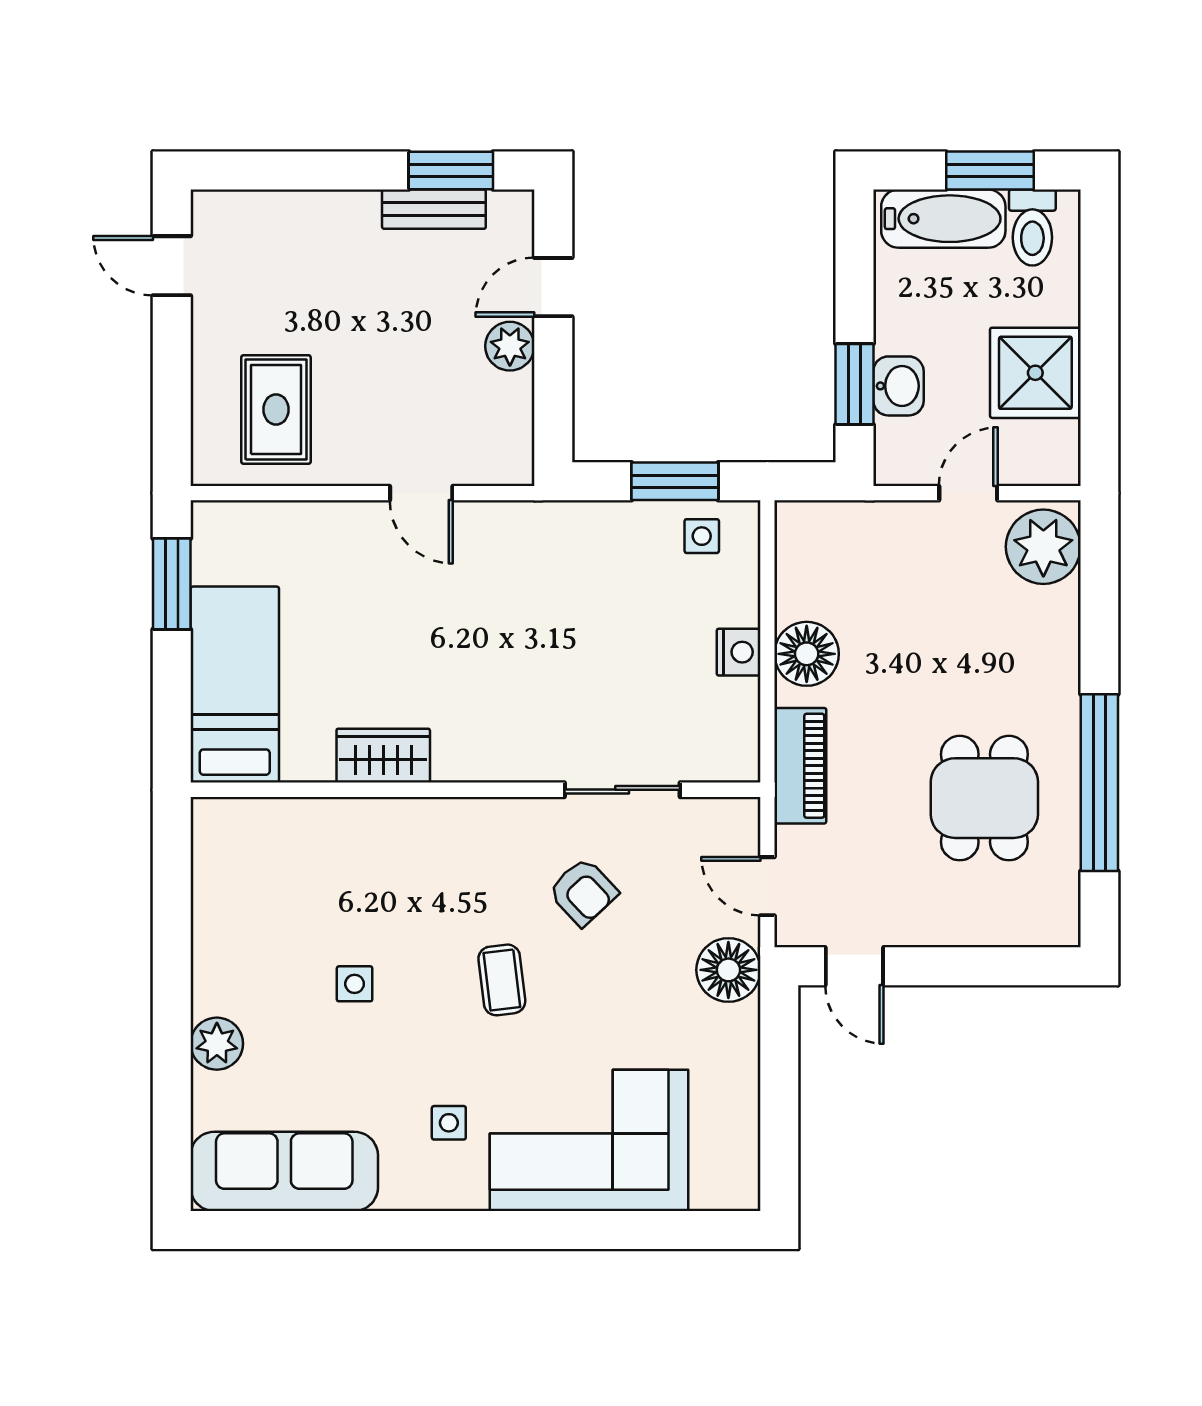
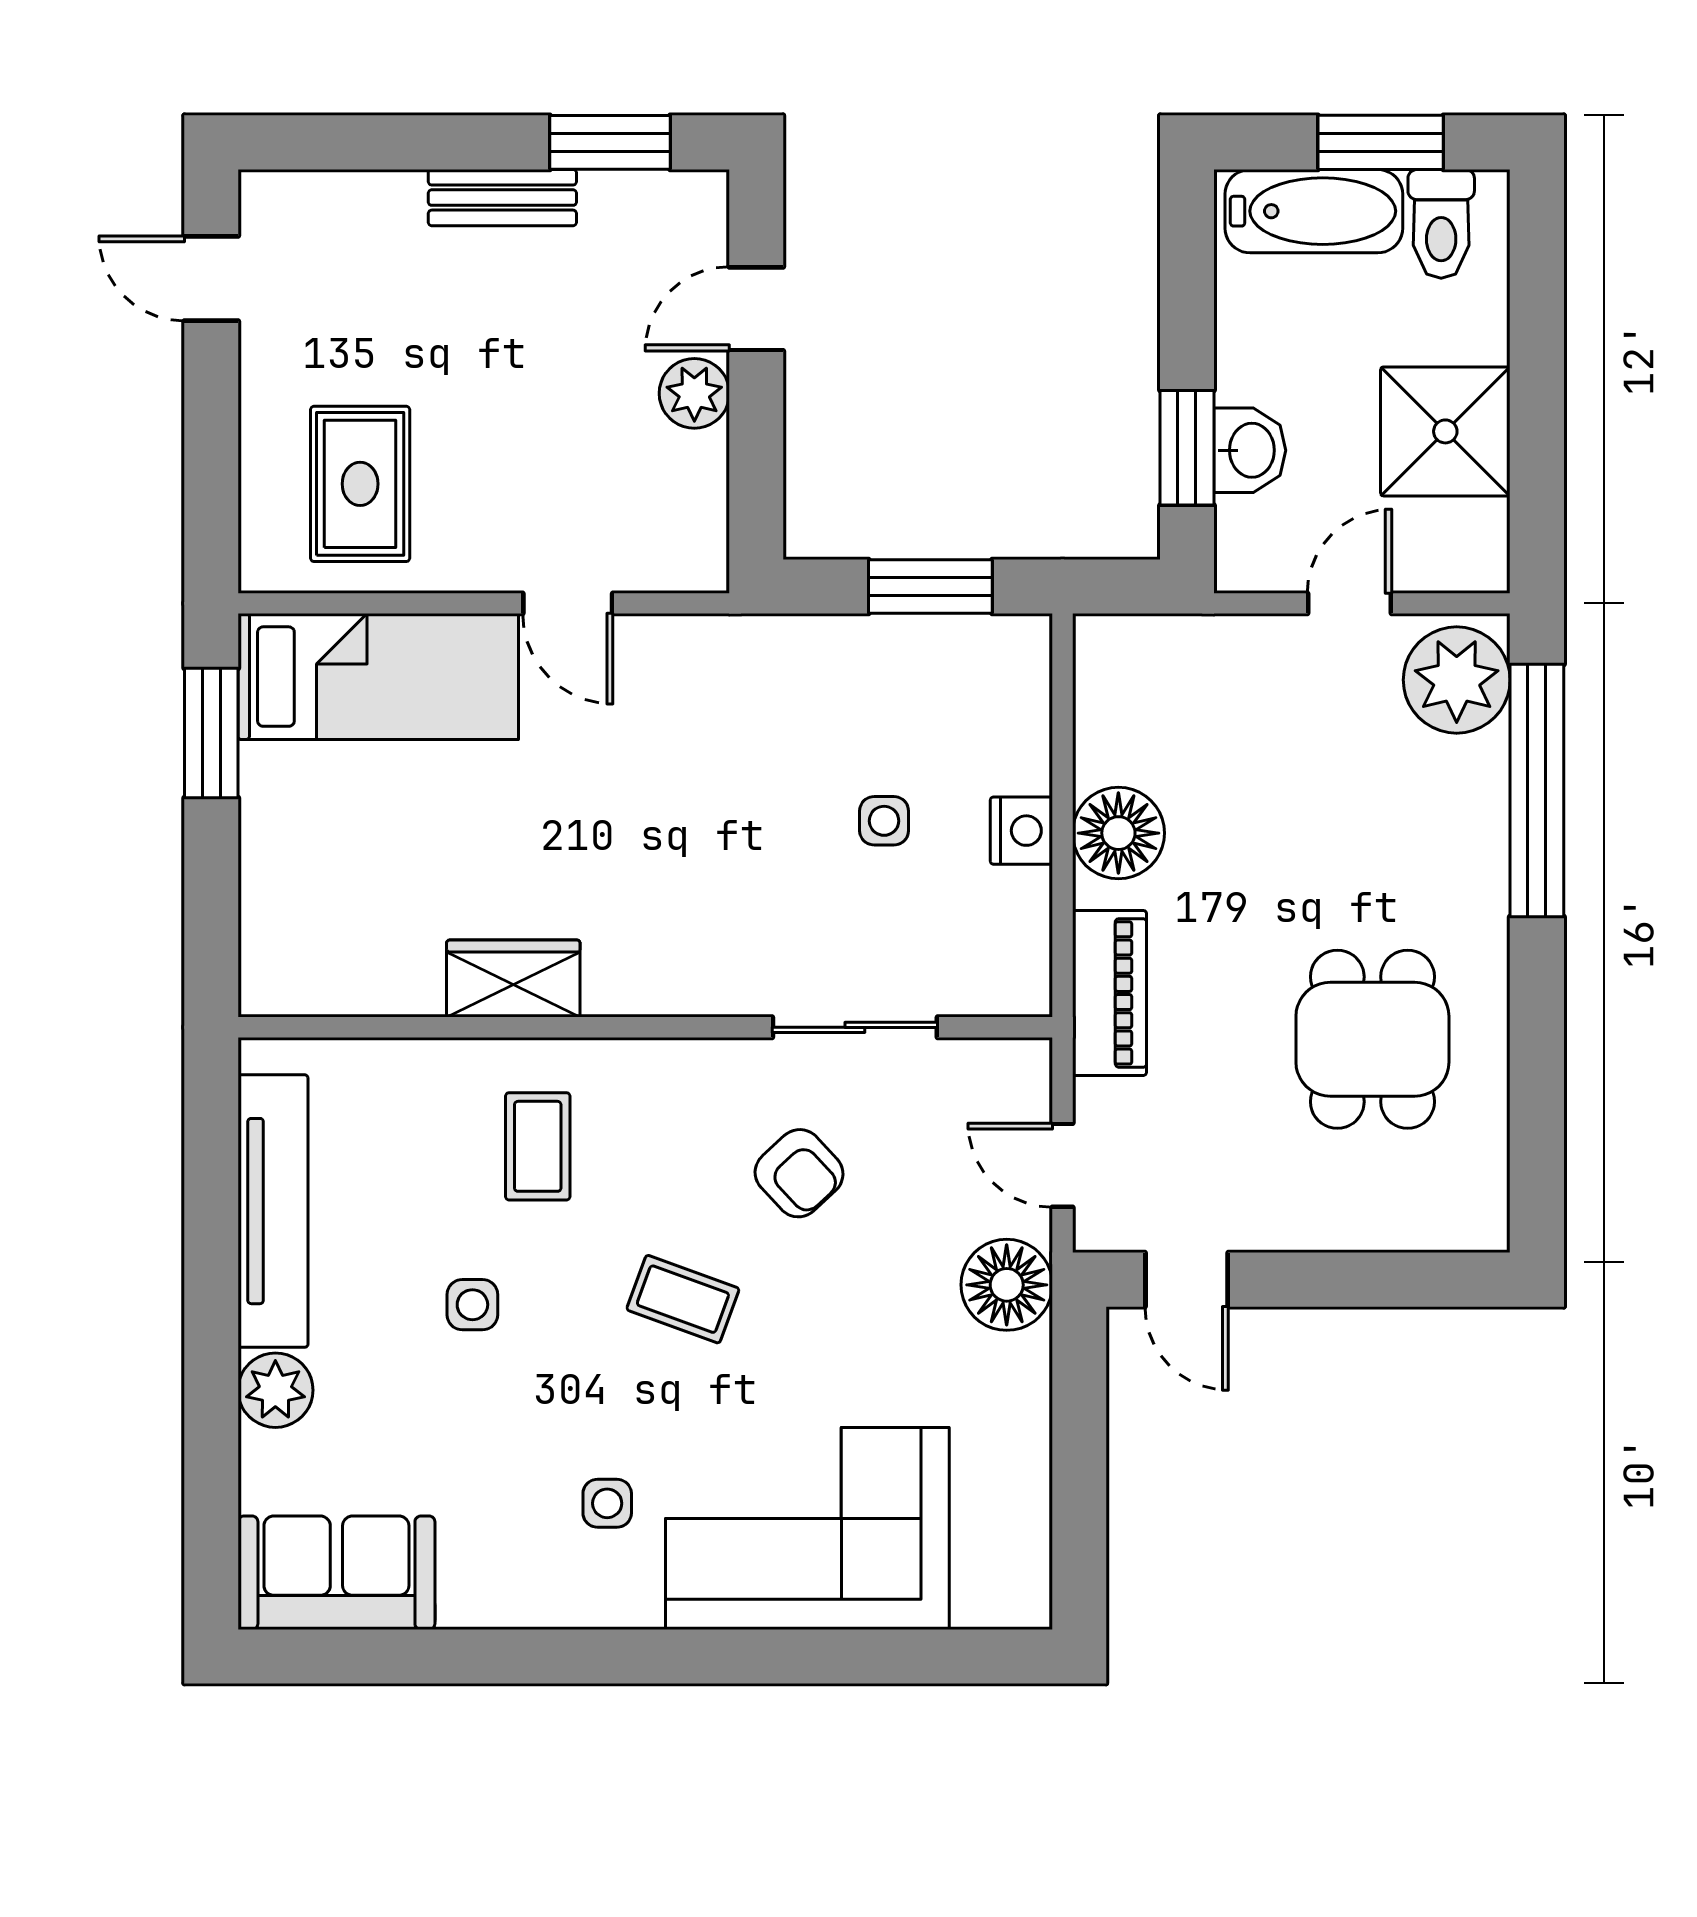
bench: (434, 209) -> (502, 198), moved
side table: (702, 536) -> (884, 821), moved
bed: (235, 685) -> (378, 677), moved, turned 90
window: (1099, 783) -> (1537, 791), moved
coffee table: (400, 873) -> (538, 1146), added
tv unit: (215, 918) -> (273, 1211), added
coffee table: (502, 980) -> (683, 1299), turned -63
sofa: (284, 1171) -> (336, 1573), width x0.73

